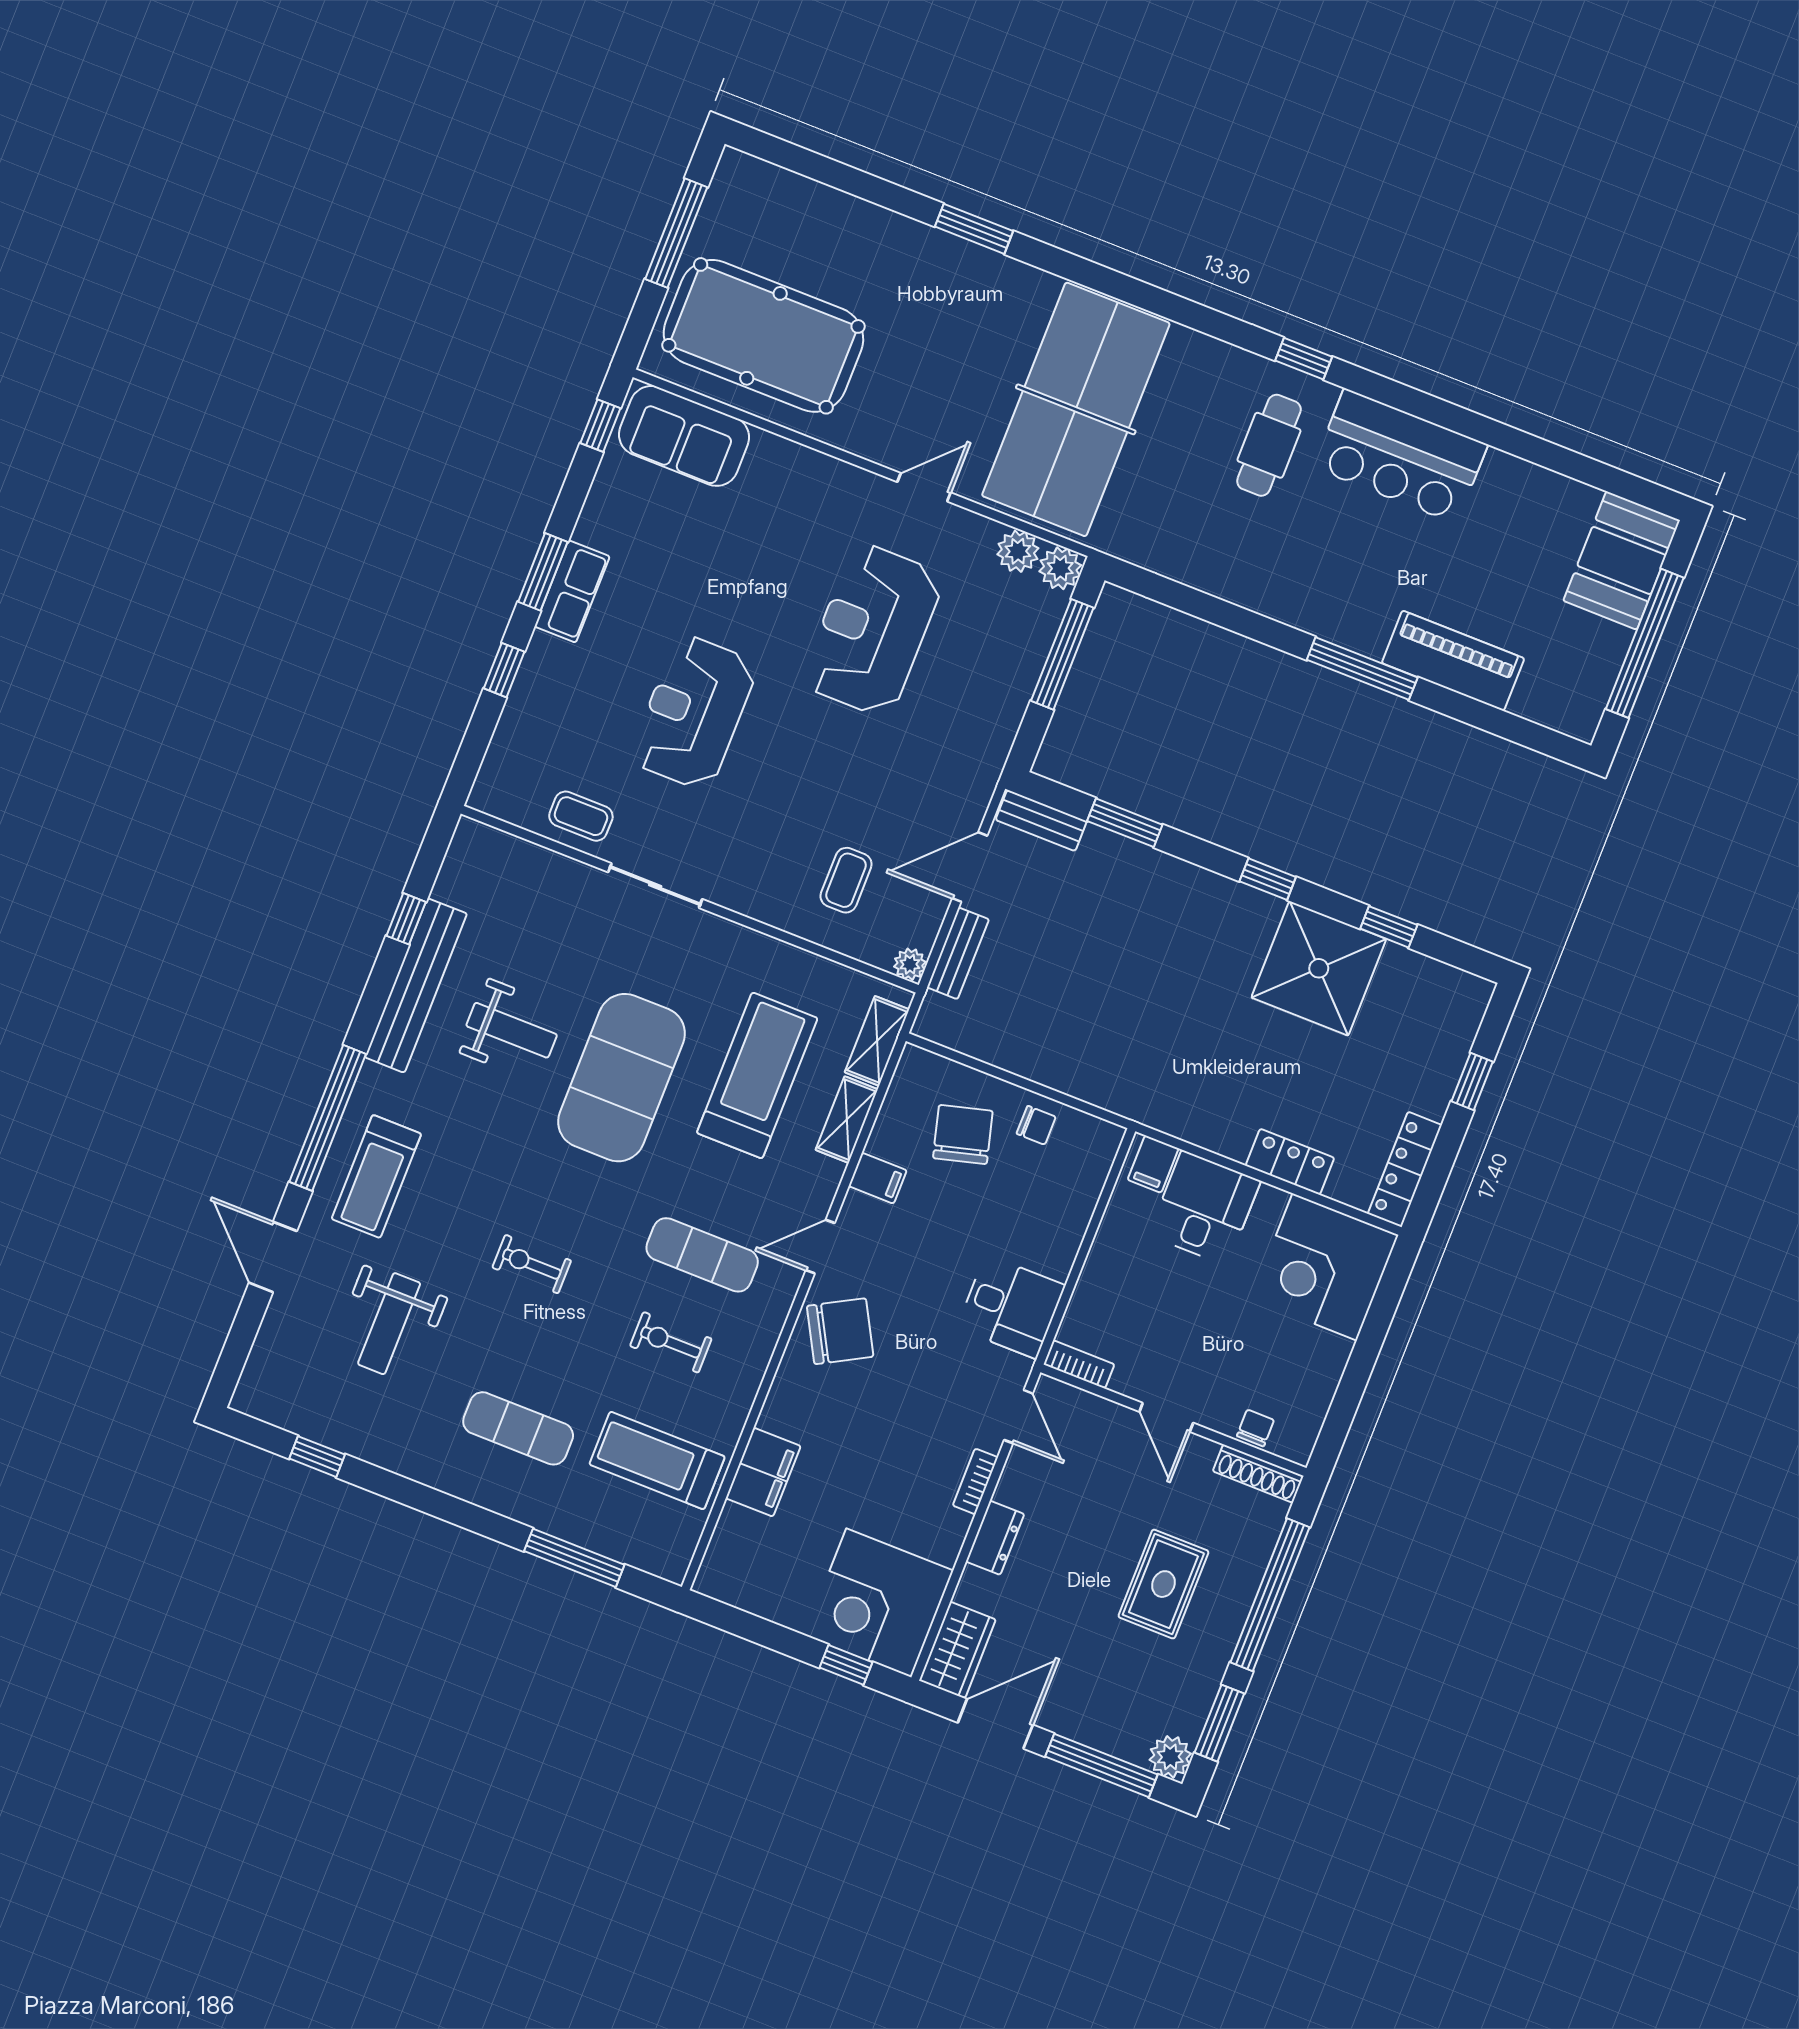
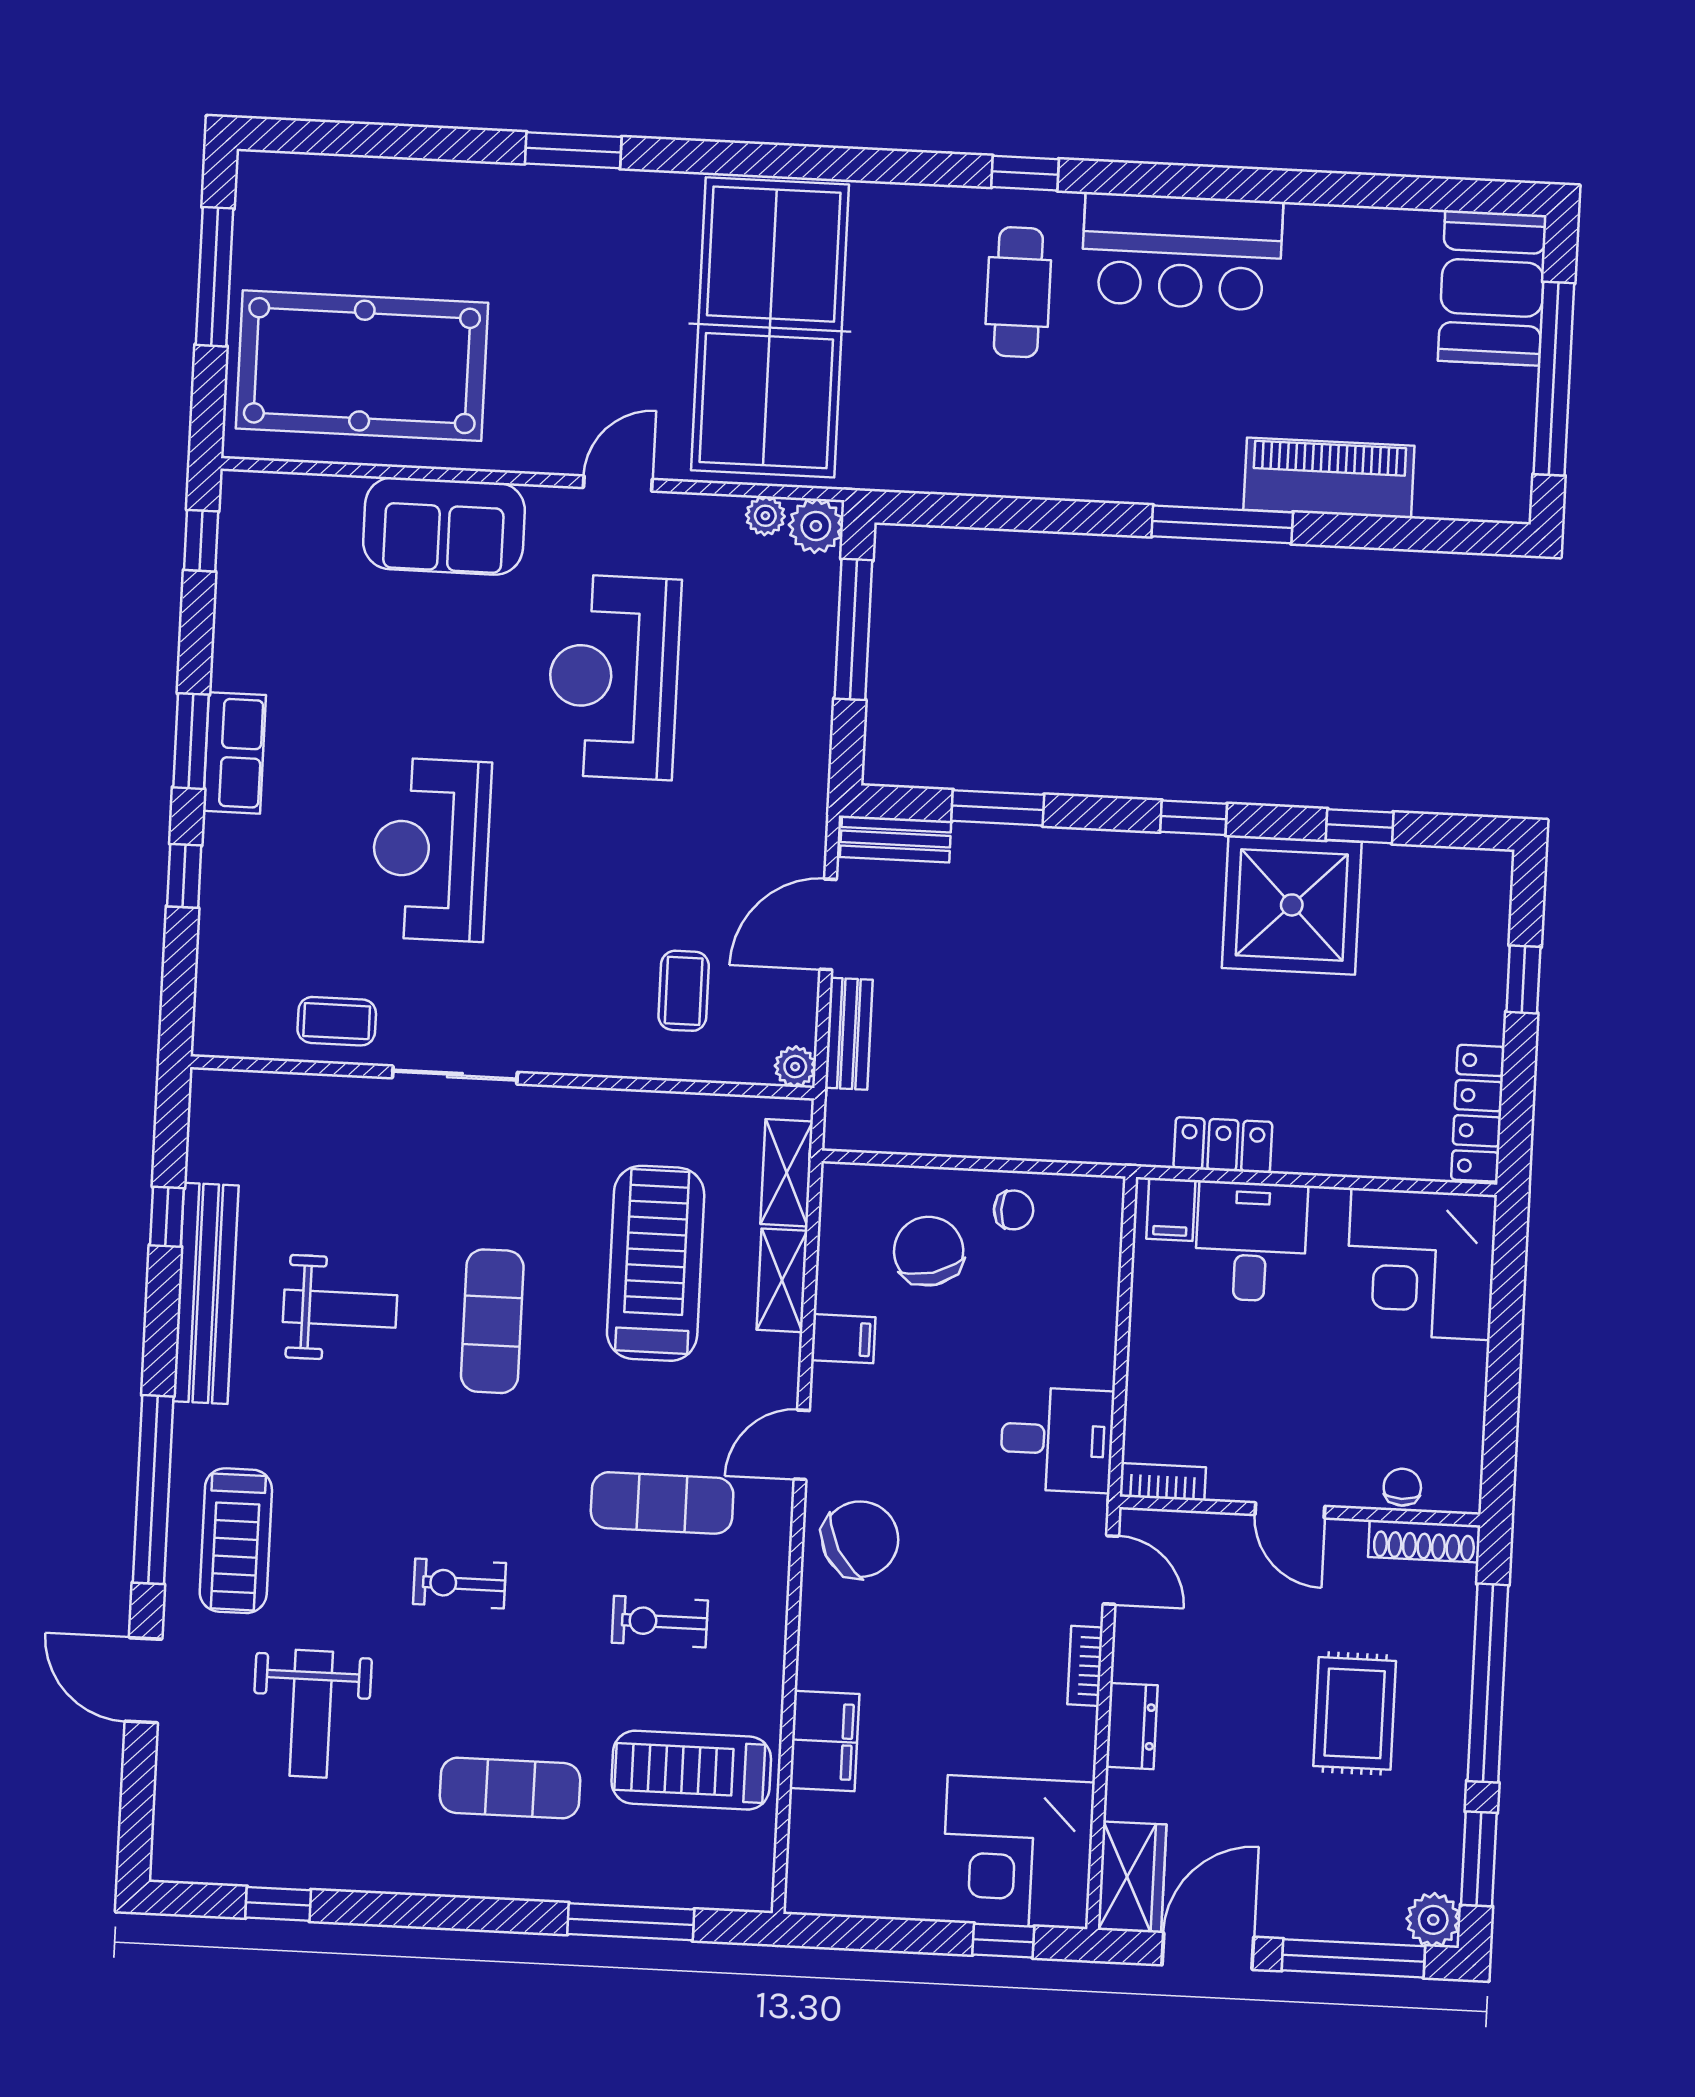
sofa: (684, 436) -> (444, 526), moved
plant: (1018, 551) -> (765, 516), width x0.73, depth x0.73
exercise mat: (622, 1078) -> (492, 1321), width x0.50, depth x0.69
locker: (1290, 1162) -> (1223, 1145), moved

